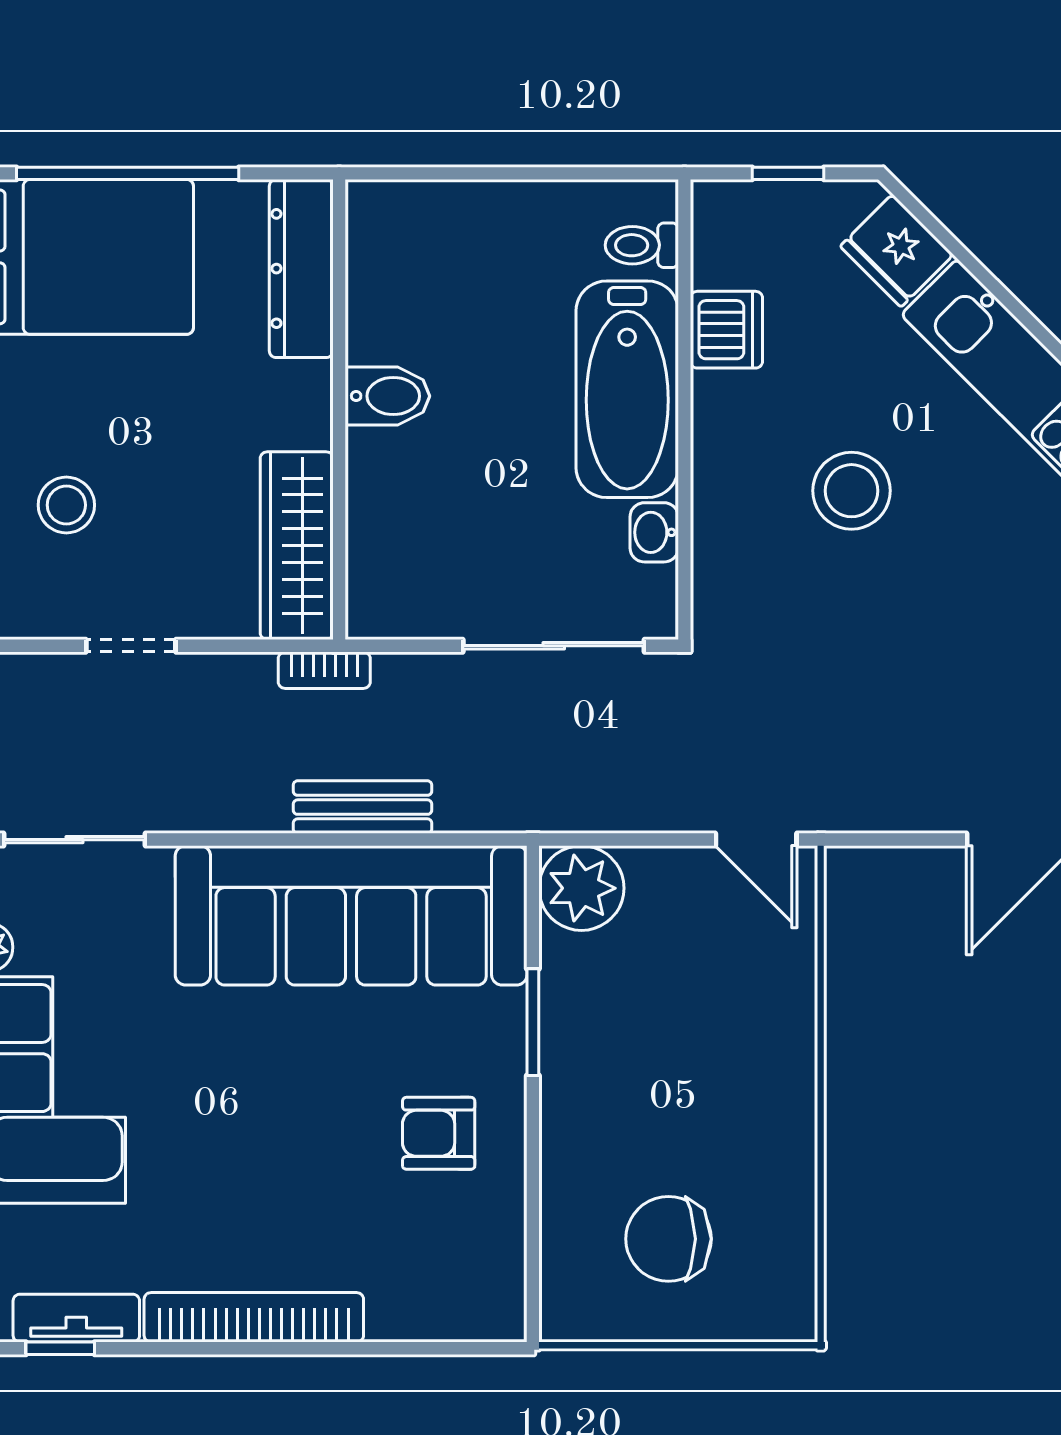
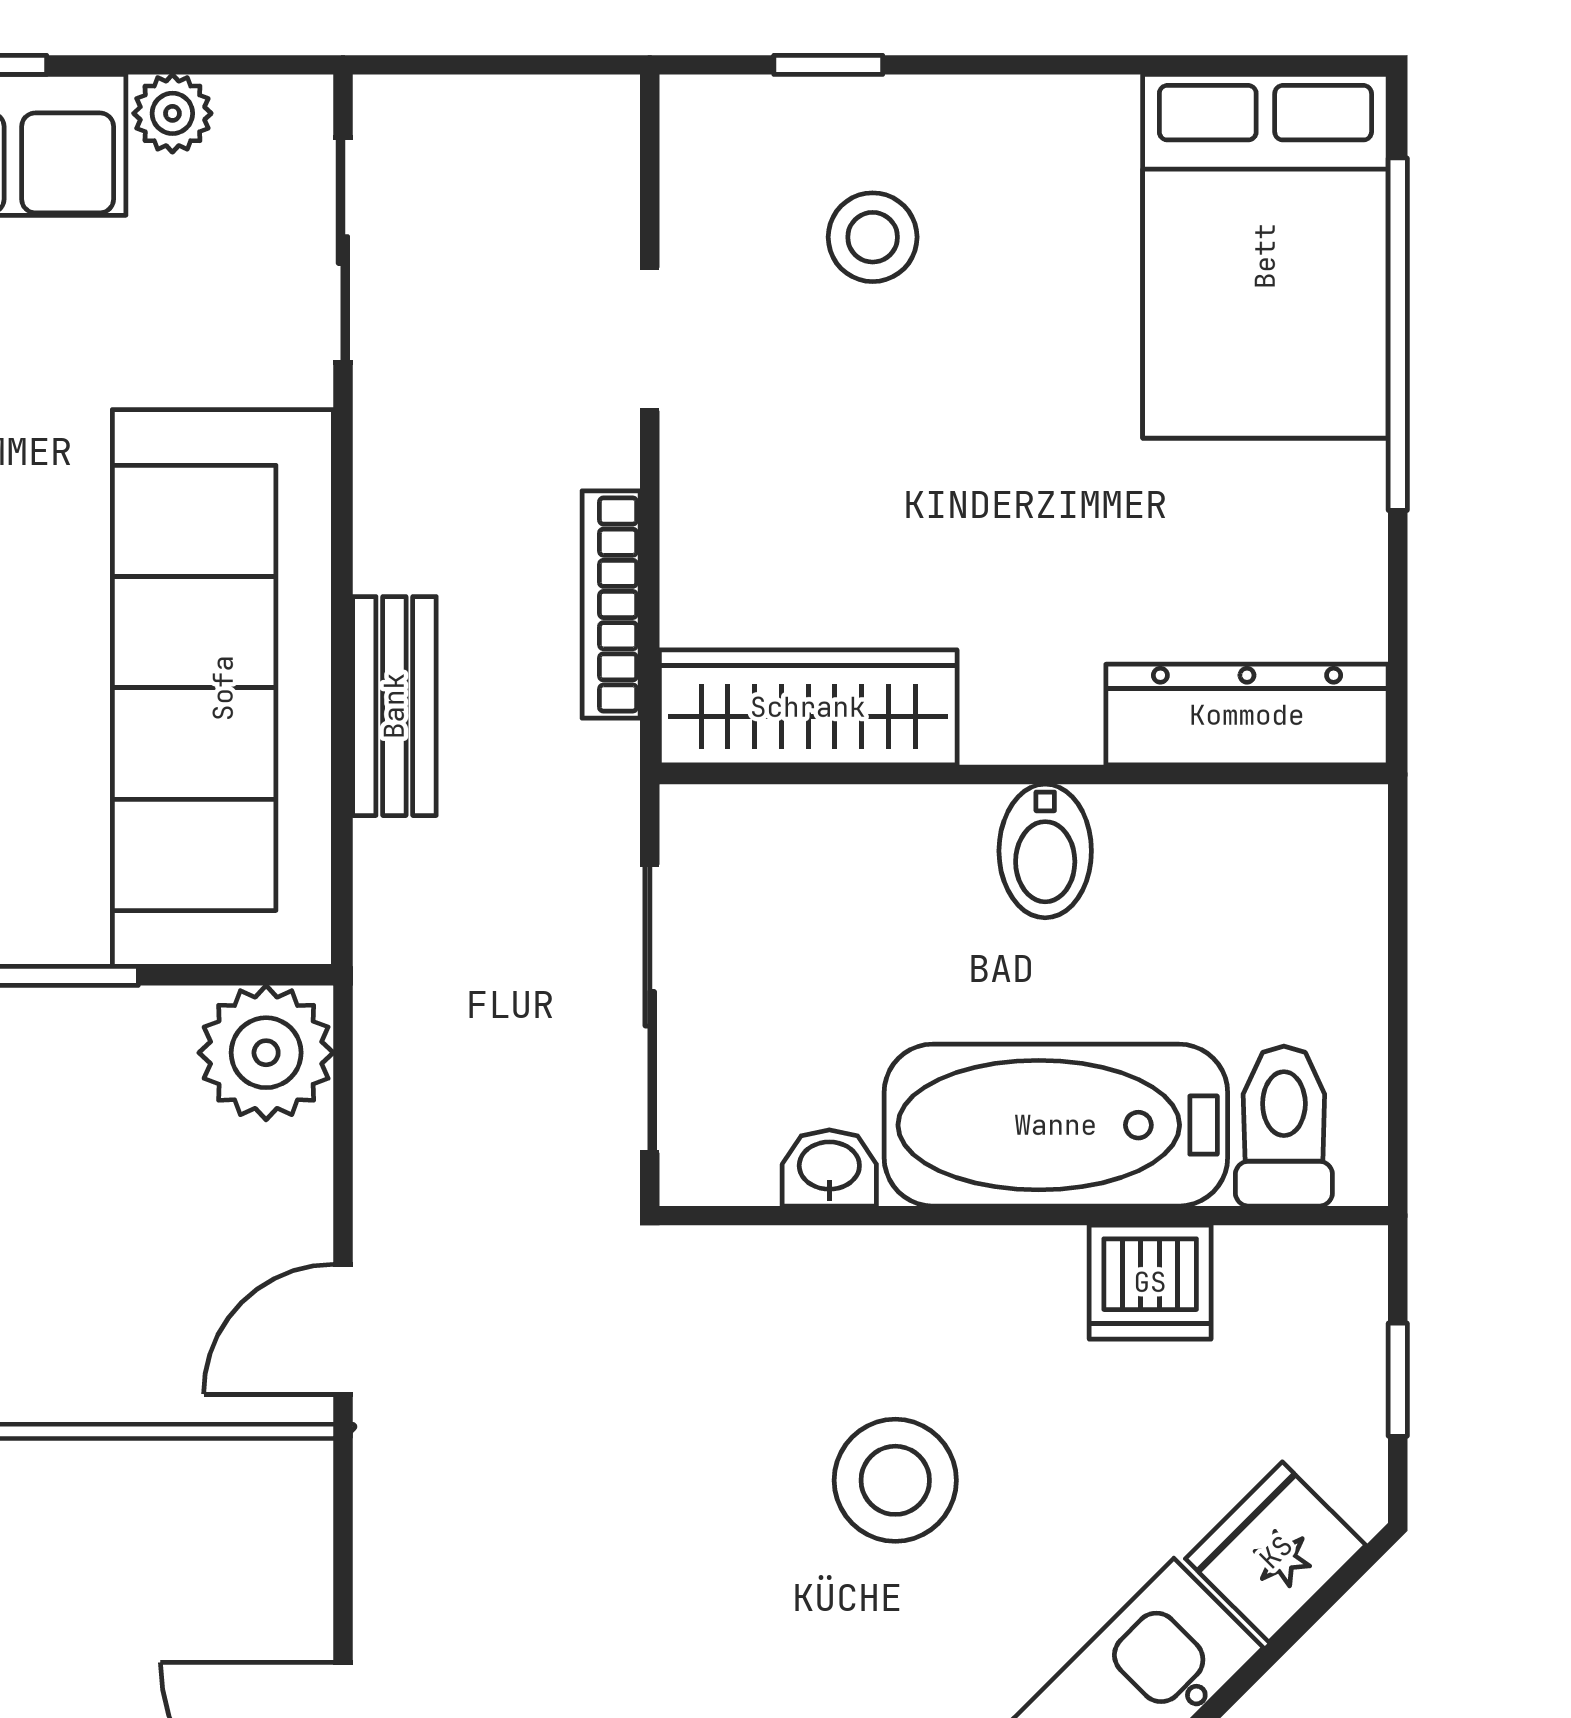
toilet: (642, 245) -> (1284, 1126), width x1.37, depth x1.39
dresser: (301, 269) -> (1247, 715), moved
bidet: (387, 396) -> (1045, 851), moved
wall: (339, 410) -> (1024, 774), moved
wardrobe: (297, 546) -> (808, 707), moved
bookcase: (324, 670) -> (611, 605), width x1.56

